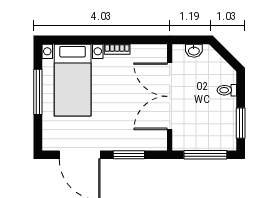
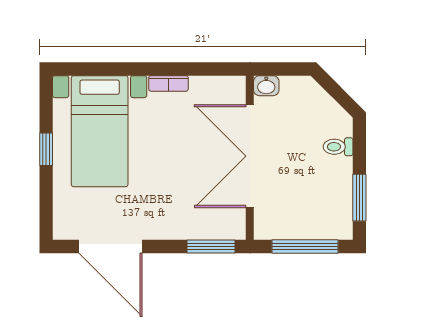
washbasin: (194, 51) -> (266, 86), moved
window: (38, 92) -> (46, 149), width x0.46
window: (129, 155) -> (211, 247), moved

